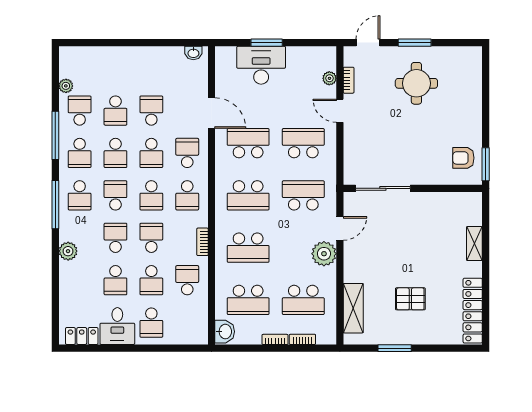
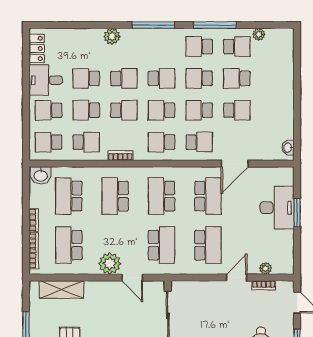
school desk: (80, 195) -> (49, 142), moved
bookcase: (302, 339) -> (34, 251), width x1.56

